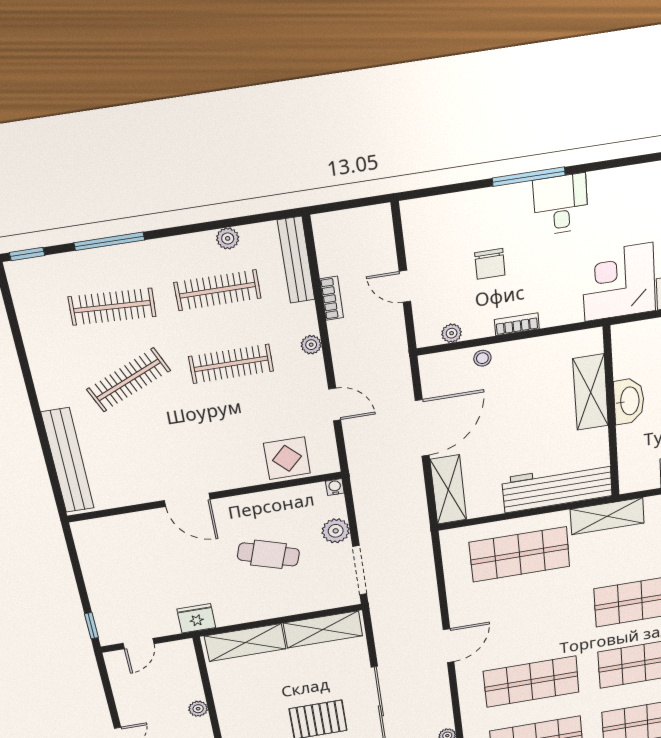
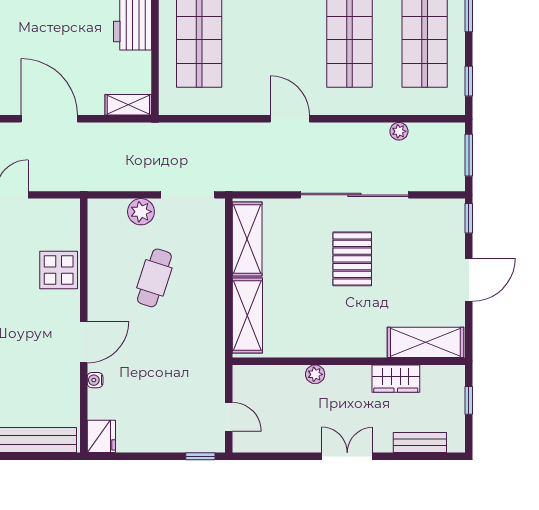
display table: (287, 458) -> (59, 270), moved
water cooler: (335, 487) -> (95, 380), moved
shelving: (448, 490) -> (128, 105), width x0.67, depth x0.75
fridge: (196, 618) -> (101, 436), moved, turned 180

